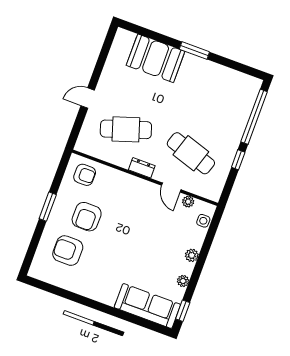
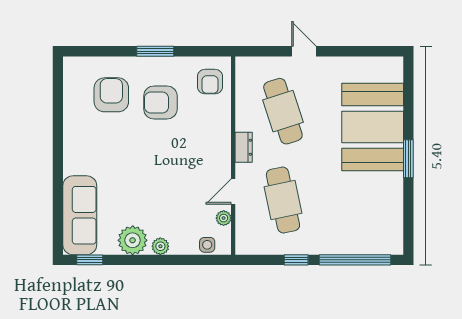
booth: (156, 58) -> (373, 127), width x1.36, depth x1.42
cafe table: (191, 153) -> (283, 200), turned -30
plant: (183, 281) -> (133, 240), width x1.87, depth x1.87

